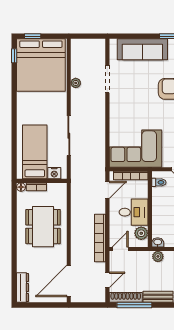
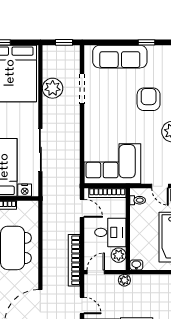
window: (91, 36) -> (64, 42), added
plant: (76, 83) -> (53, 88), width x1.88, depth x1.88
door: (107, 190) -> (82, 208), hinge flipped
plant: (158, 256) -> (124, 280), moved
door: (107, 280) -> (82, 305), hinge flipped

